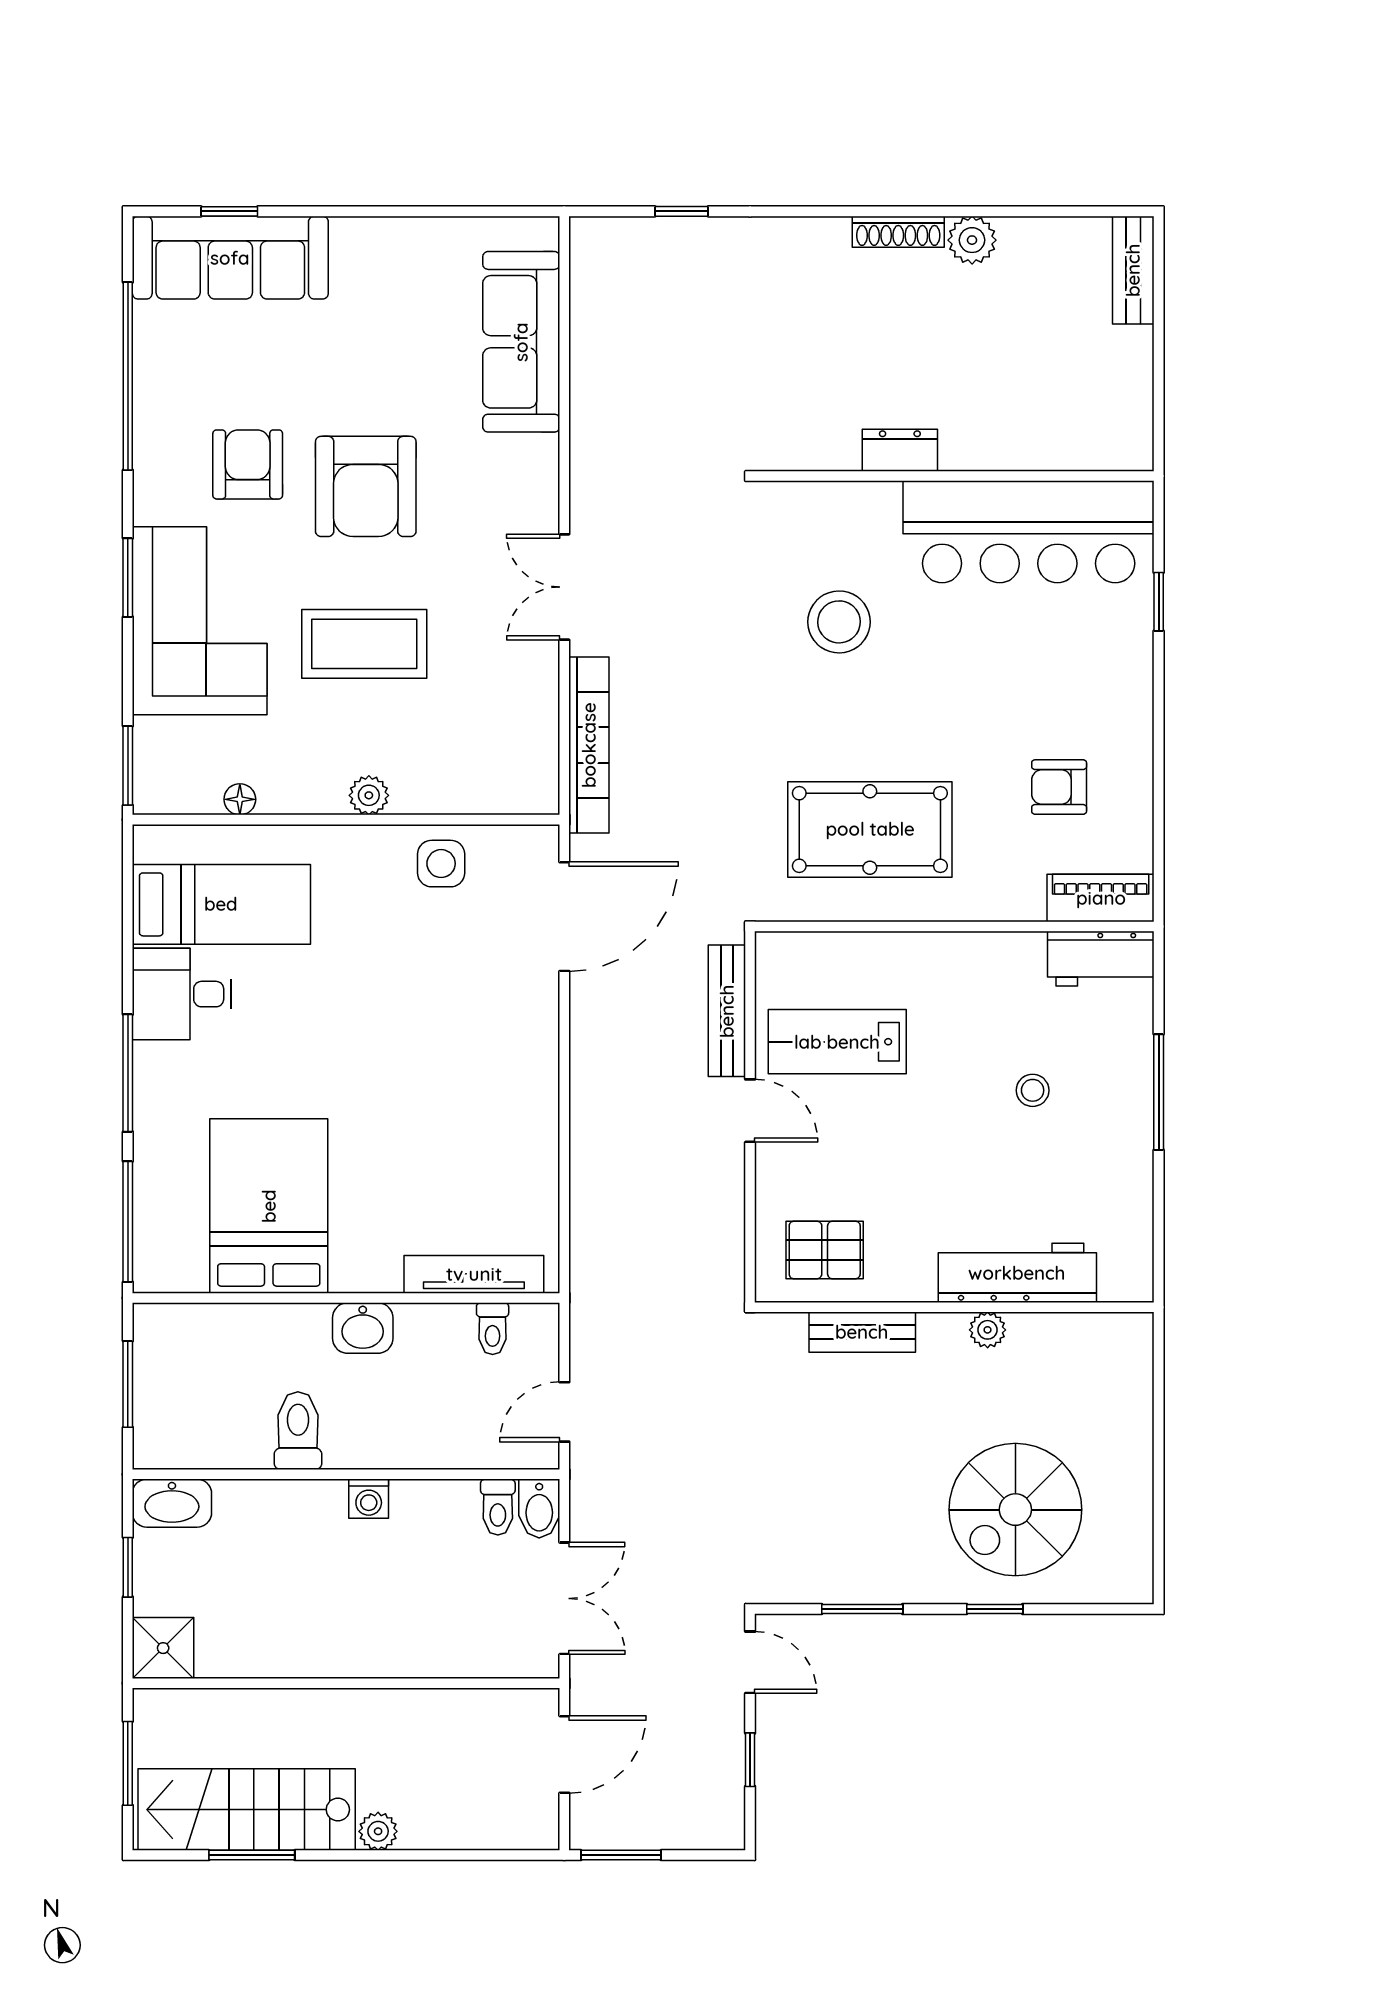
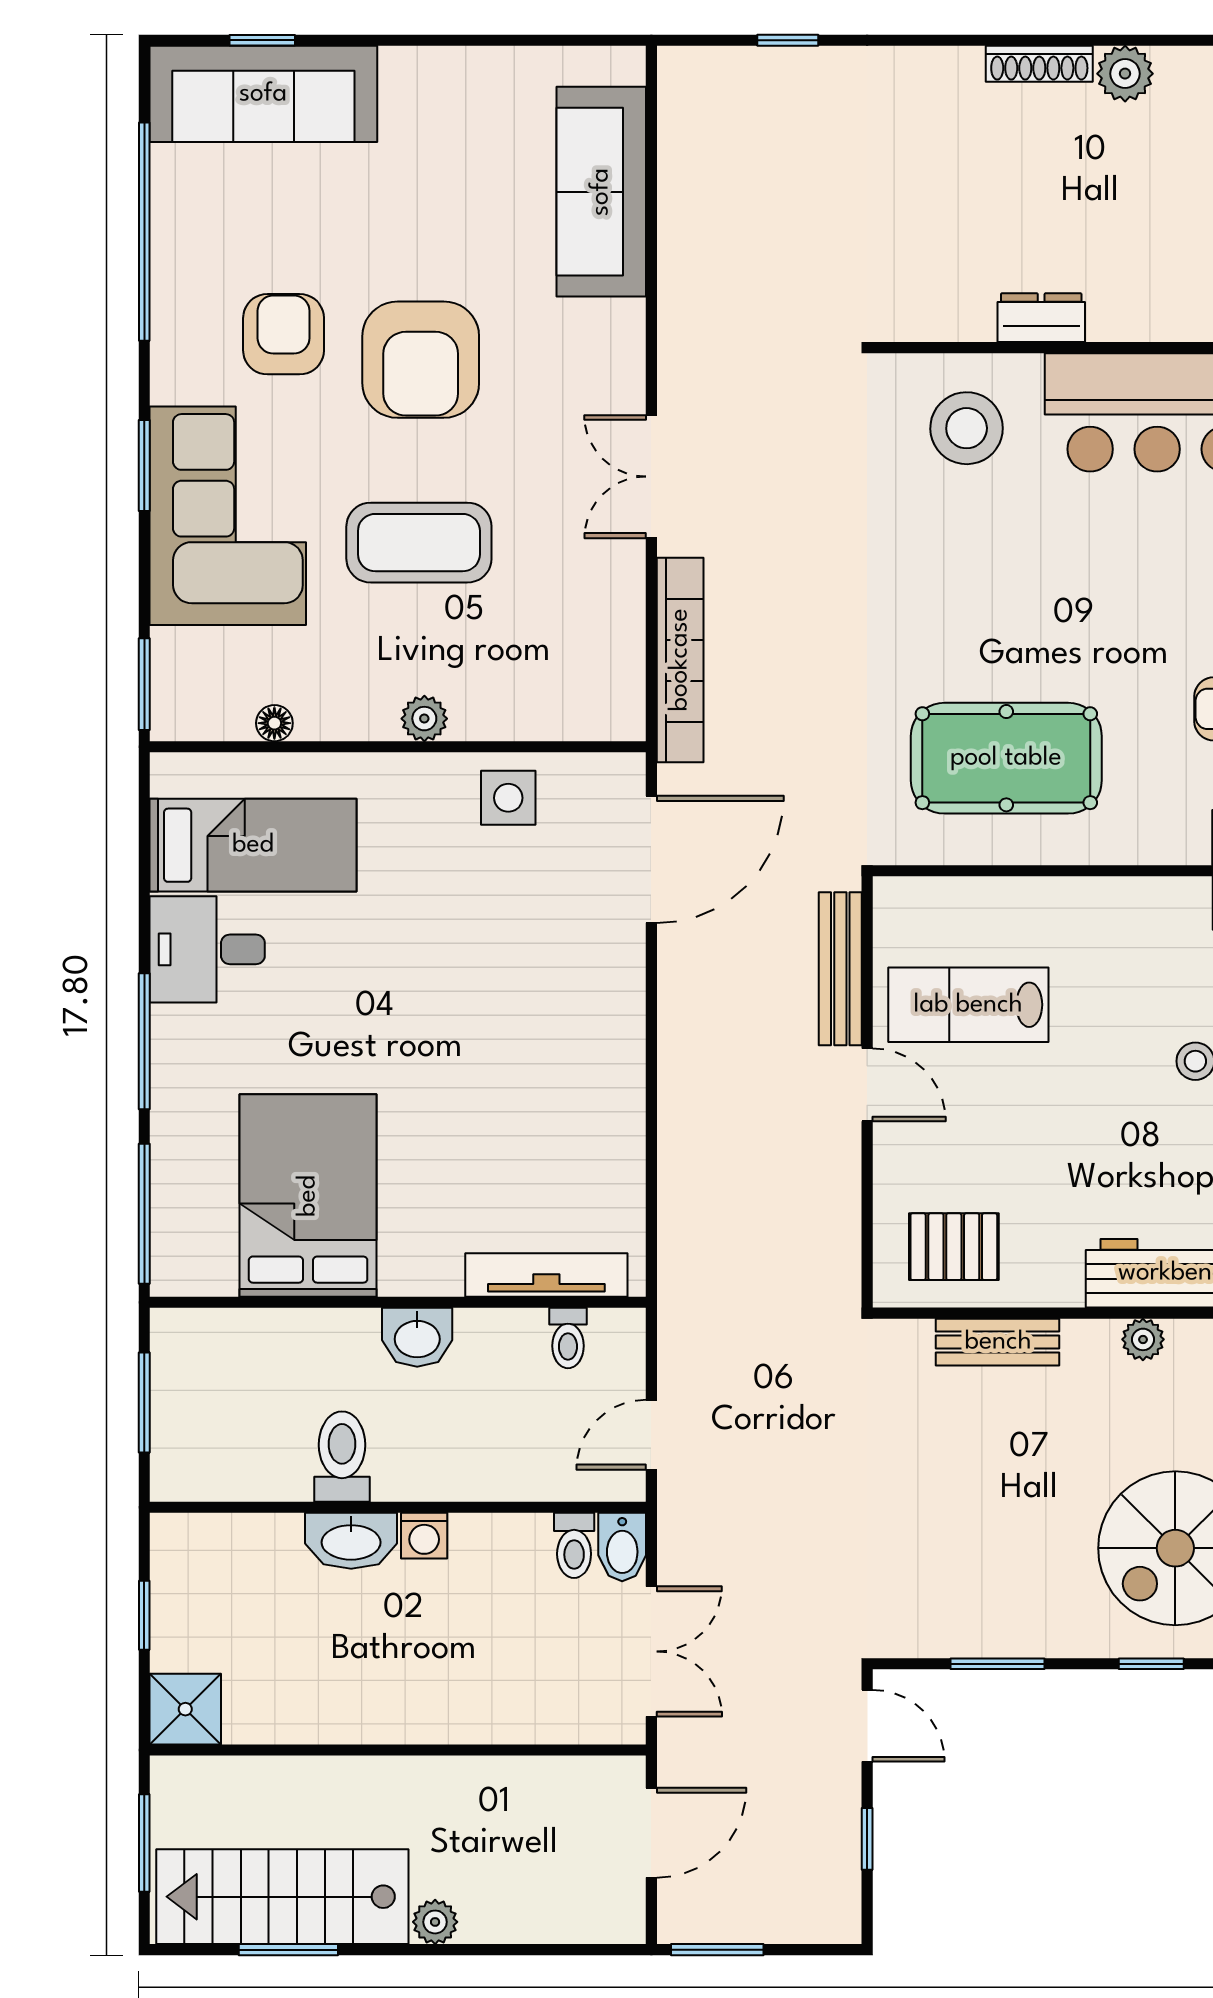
stool: (839, 622) -> (967, 428), moved
washbasin: (172, 1503) -> (351, 1541), moved

